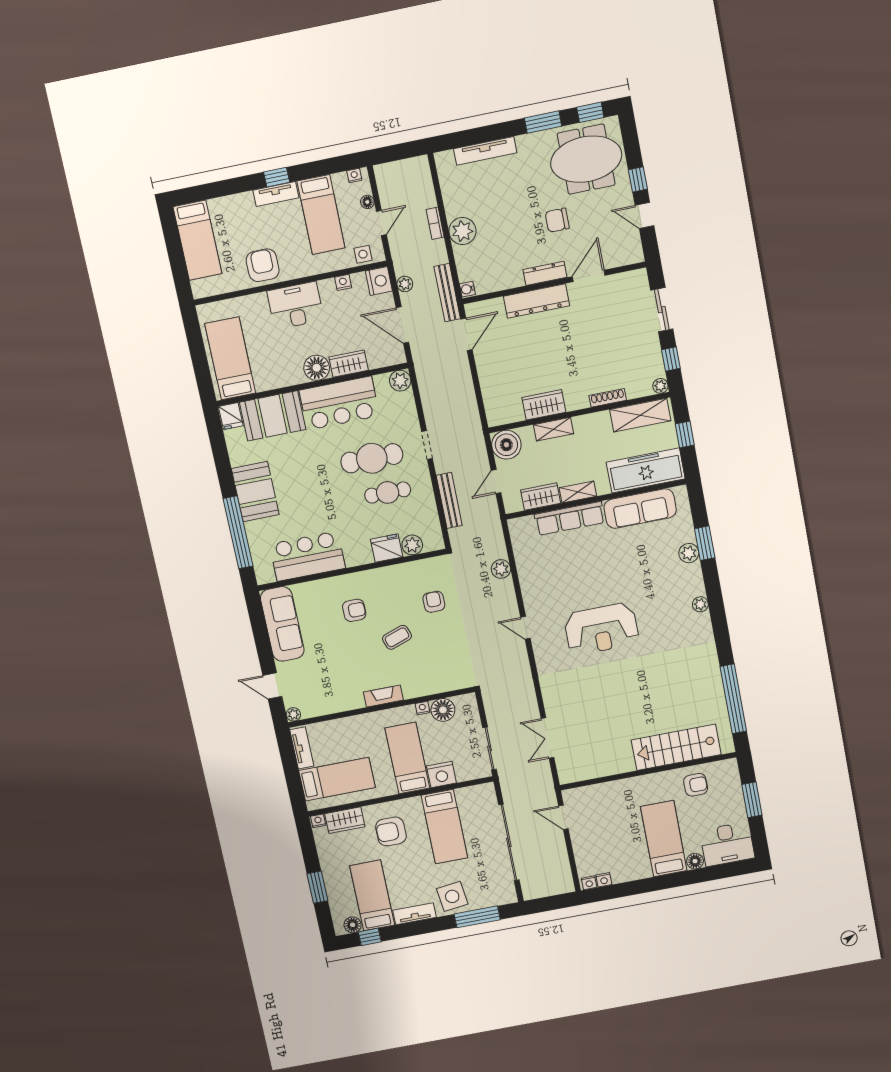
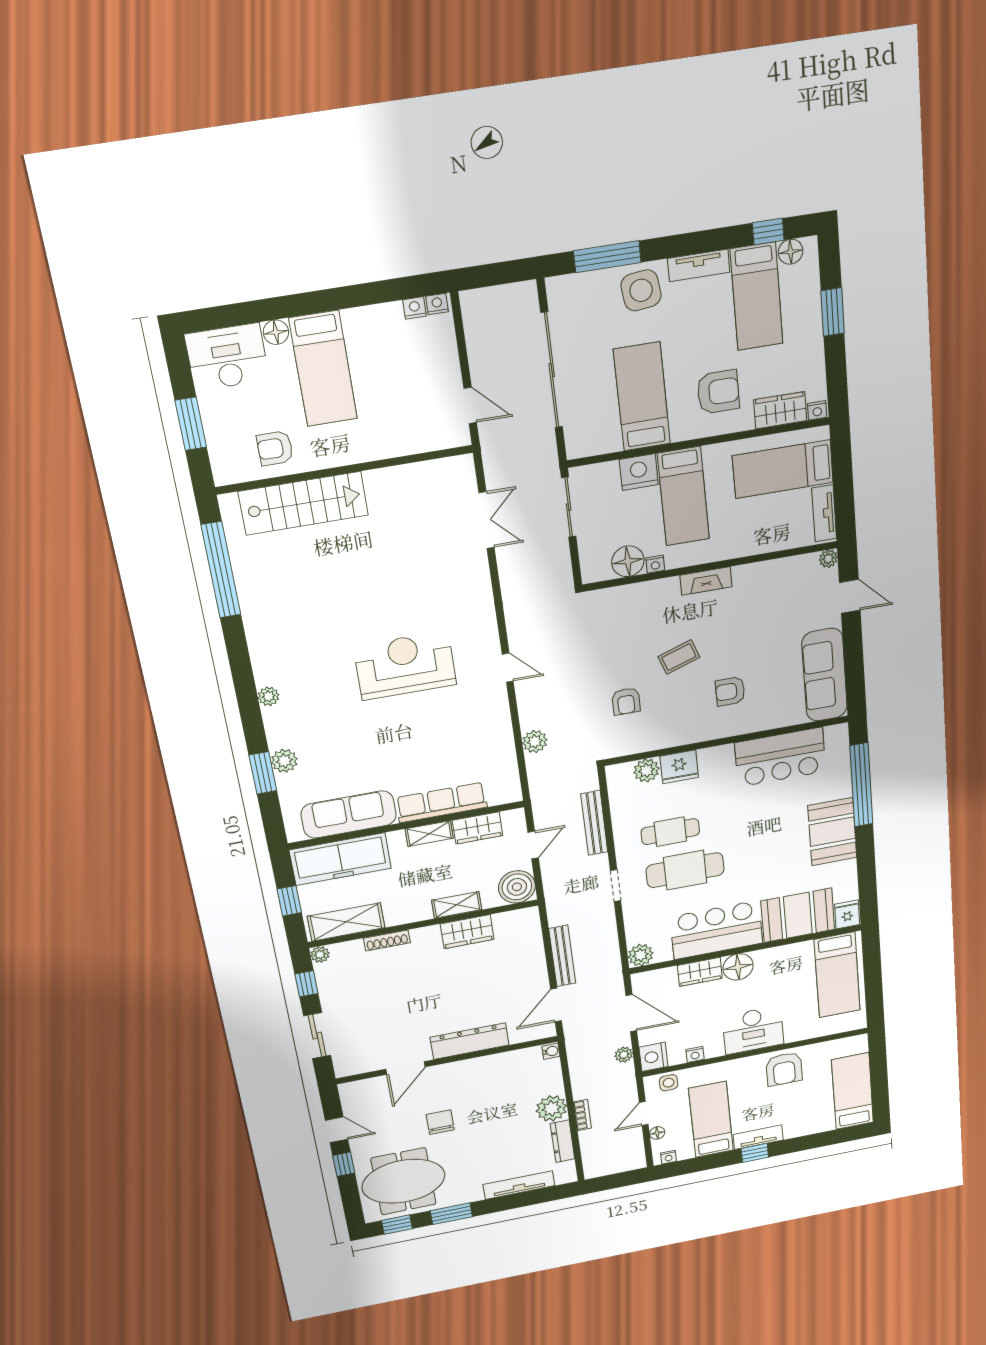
chair: (557, 220) -> (440, 1122), turned -90
dresser: (545, 273) -> (563, 1141), moved, turned 90
bench: (447, 293) -> (562, 956), moved

